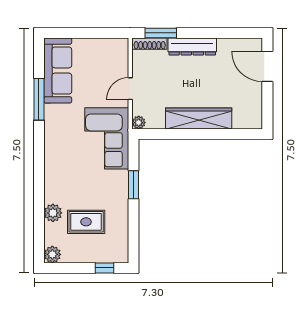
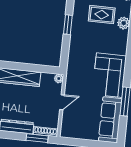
corner sofa: (107, 138) -> (109, 75), moved, turned 180
window: (134, 185) -> (68, 25), moved

